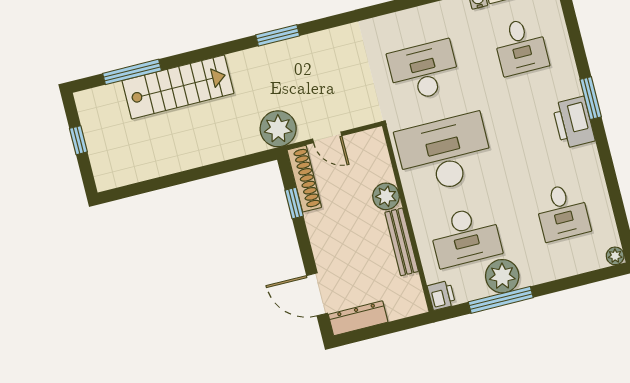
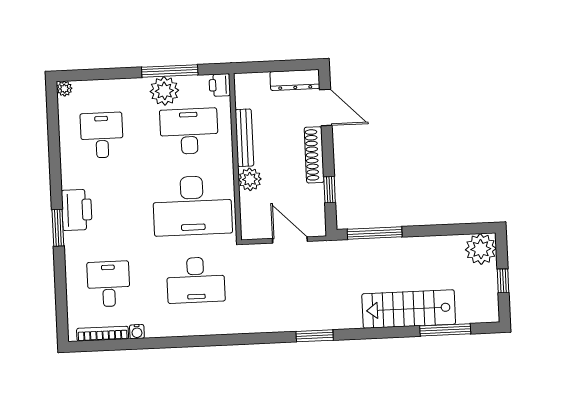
plant: (278, 129) -> (481, 249), moved
door: (327, 137) -> (290, 240), width x1.38
window: (234, 165) -> (375, 233), added
shoe rack: (304, 179) -> (314, 155), moved

